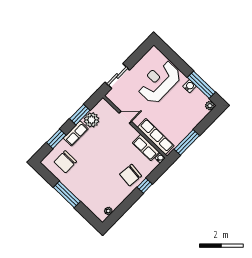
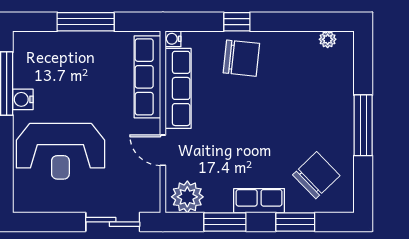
plant: (210, 106) -> (22, 40), removed
plant: (91, 120) -> (187, 197), moved
window: (187, 142) -> (86, 22), moved
row of seats: (146, 147) -> (178, 88), width x1.48
chair: (65, 162) -> (316, 175), turned -44

